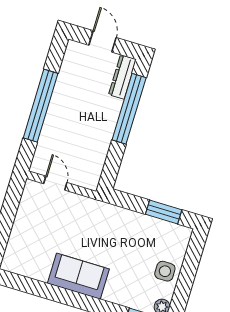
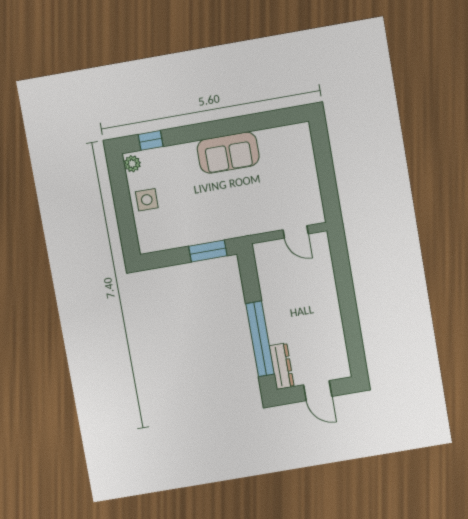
window: (41, 106) -> (347, 300), removed
window: (164, 212) -> (208, 251), moved

